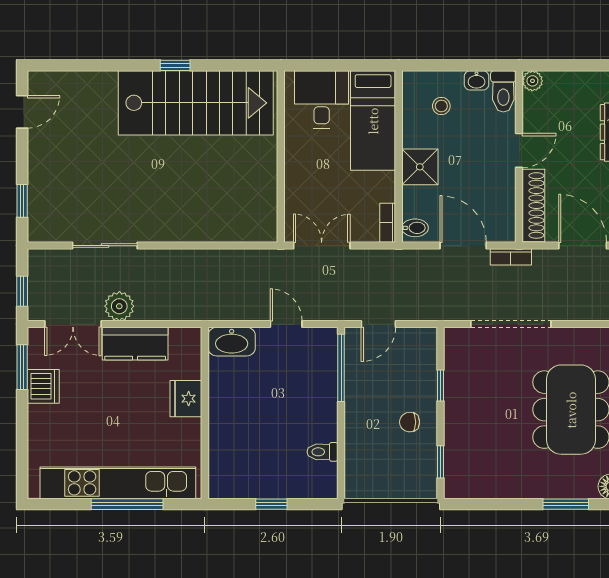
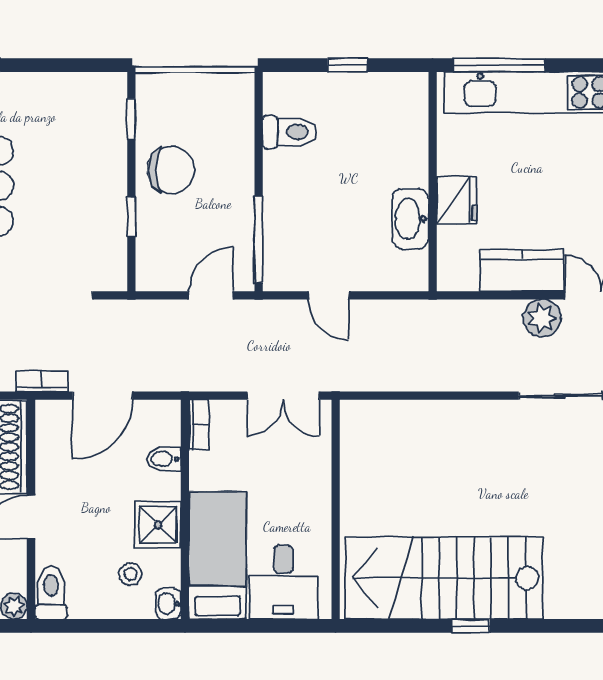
washbasin: (477, 80) -> (168, 604), moved, turned -90
shower: (420, 167) -> (158, 525), moved
bidet: (415, 228) -> (164, 459), moved
door: (463, 246) -> (102, 396), hinge flipped
washbasin: (232, 342) -> (410, 219), moved, turned -90
chair: (410, 422) -> (171, 170), width x1.87, depth x1.87
toilet: (323, 452) -> (290, 132), width x1.37, depth x1.39
window: (127, 504) -> (499, 65), moved

